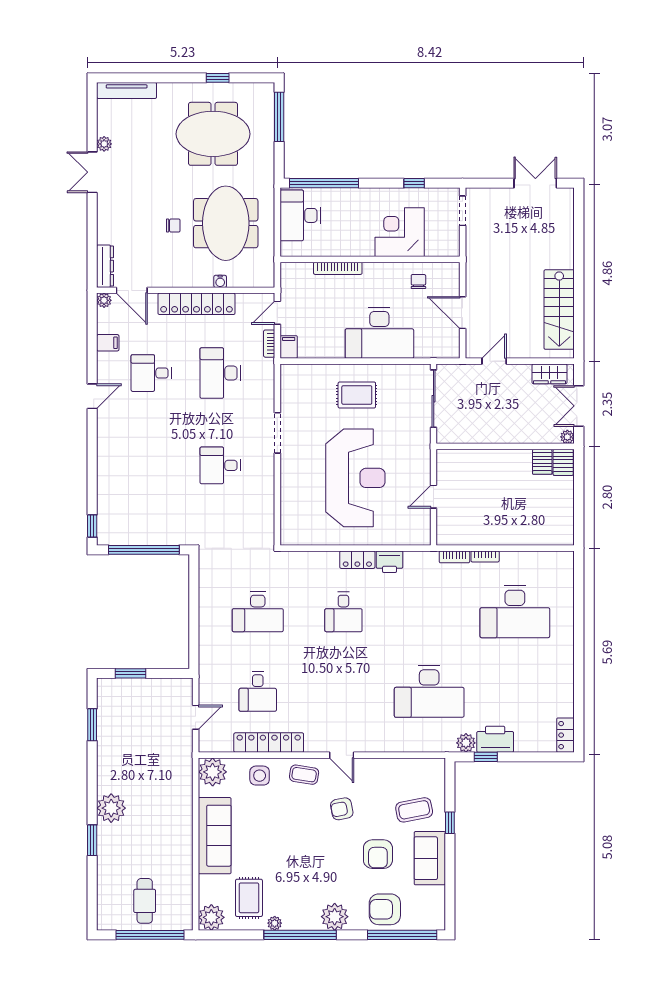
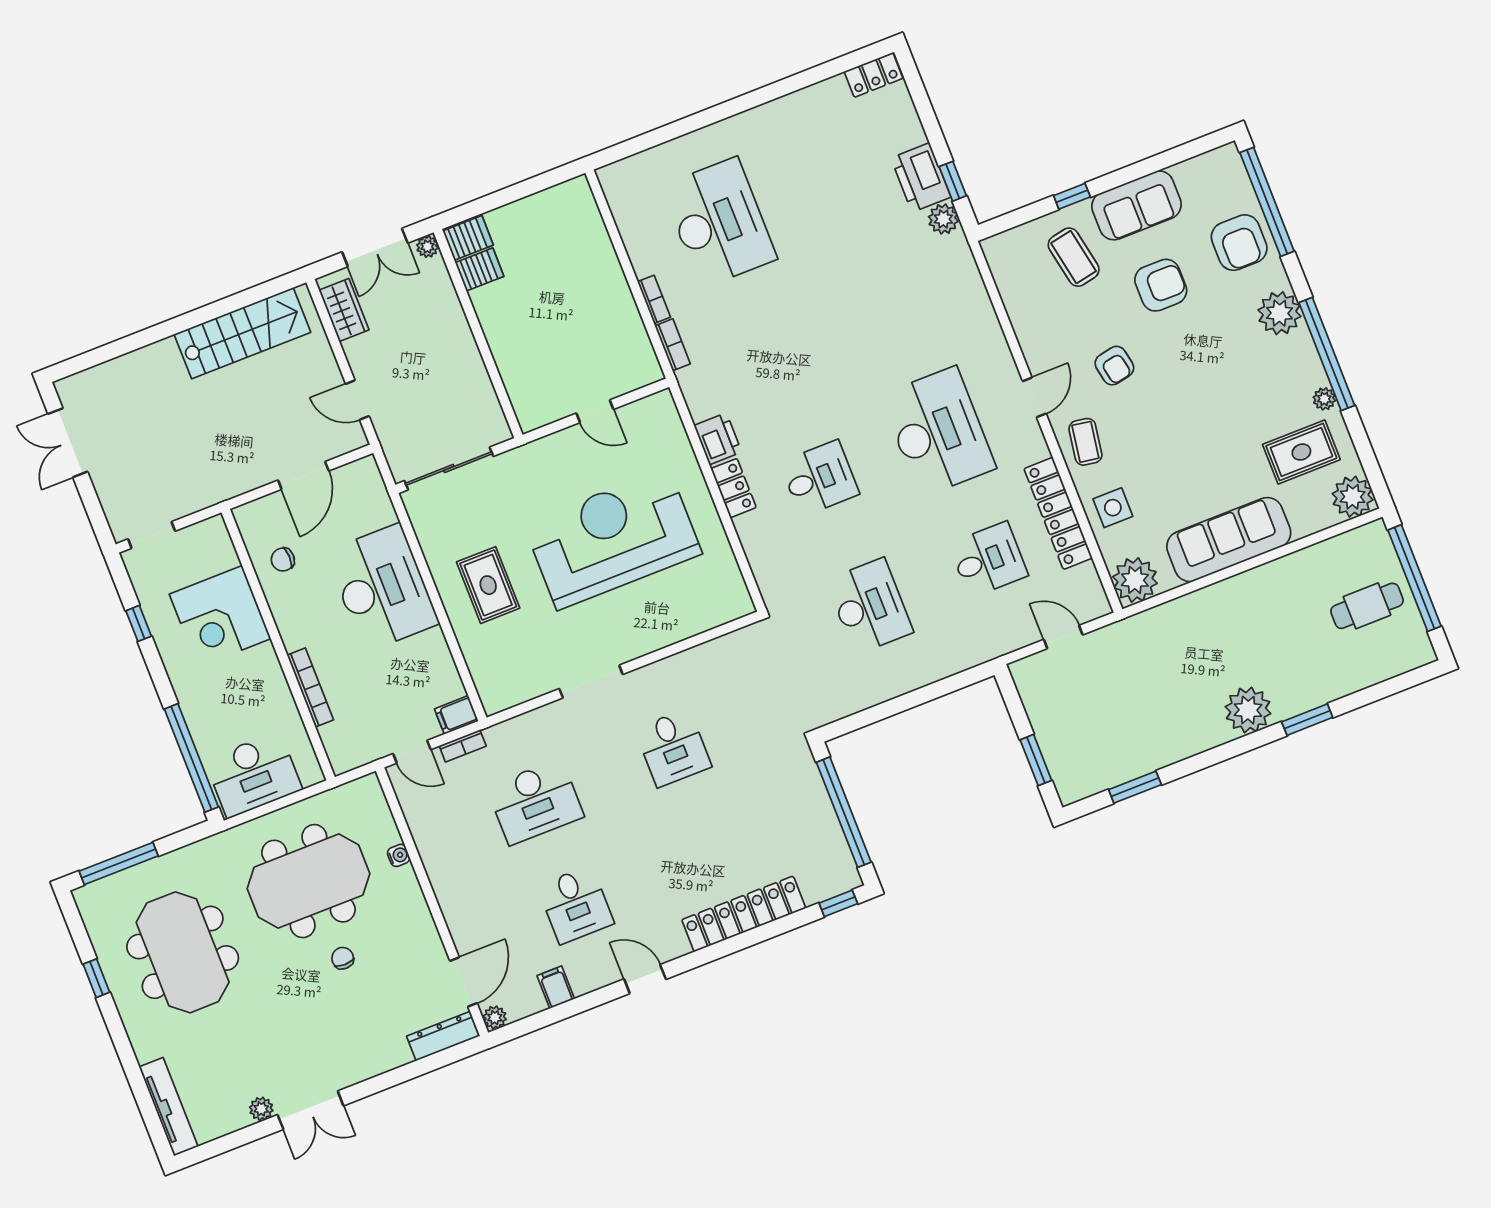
locker: (196, 304) -> (744, 914), moved, turned -90
desk: (429, 691) -> (938, 432), moved

